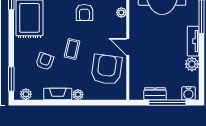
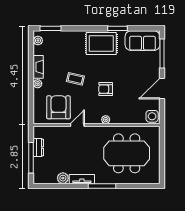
armchair: (45, 61) -> (65, 56), removed
armchair: (107, 69) -> (58, 107), turned -98
water cooler: (188, 93) -> (39, 175), removed

